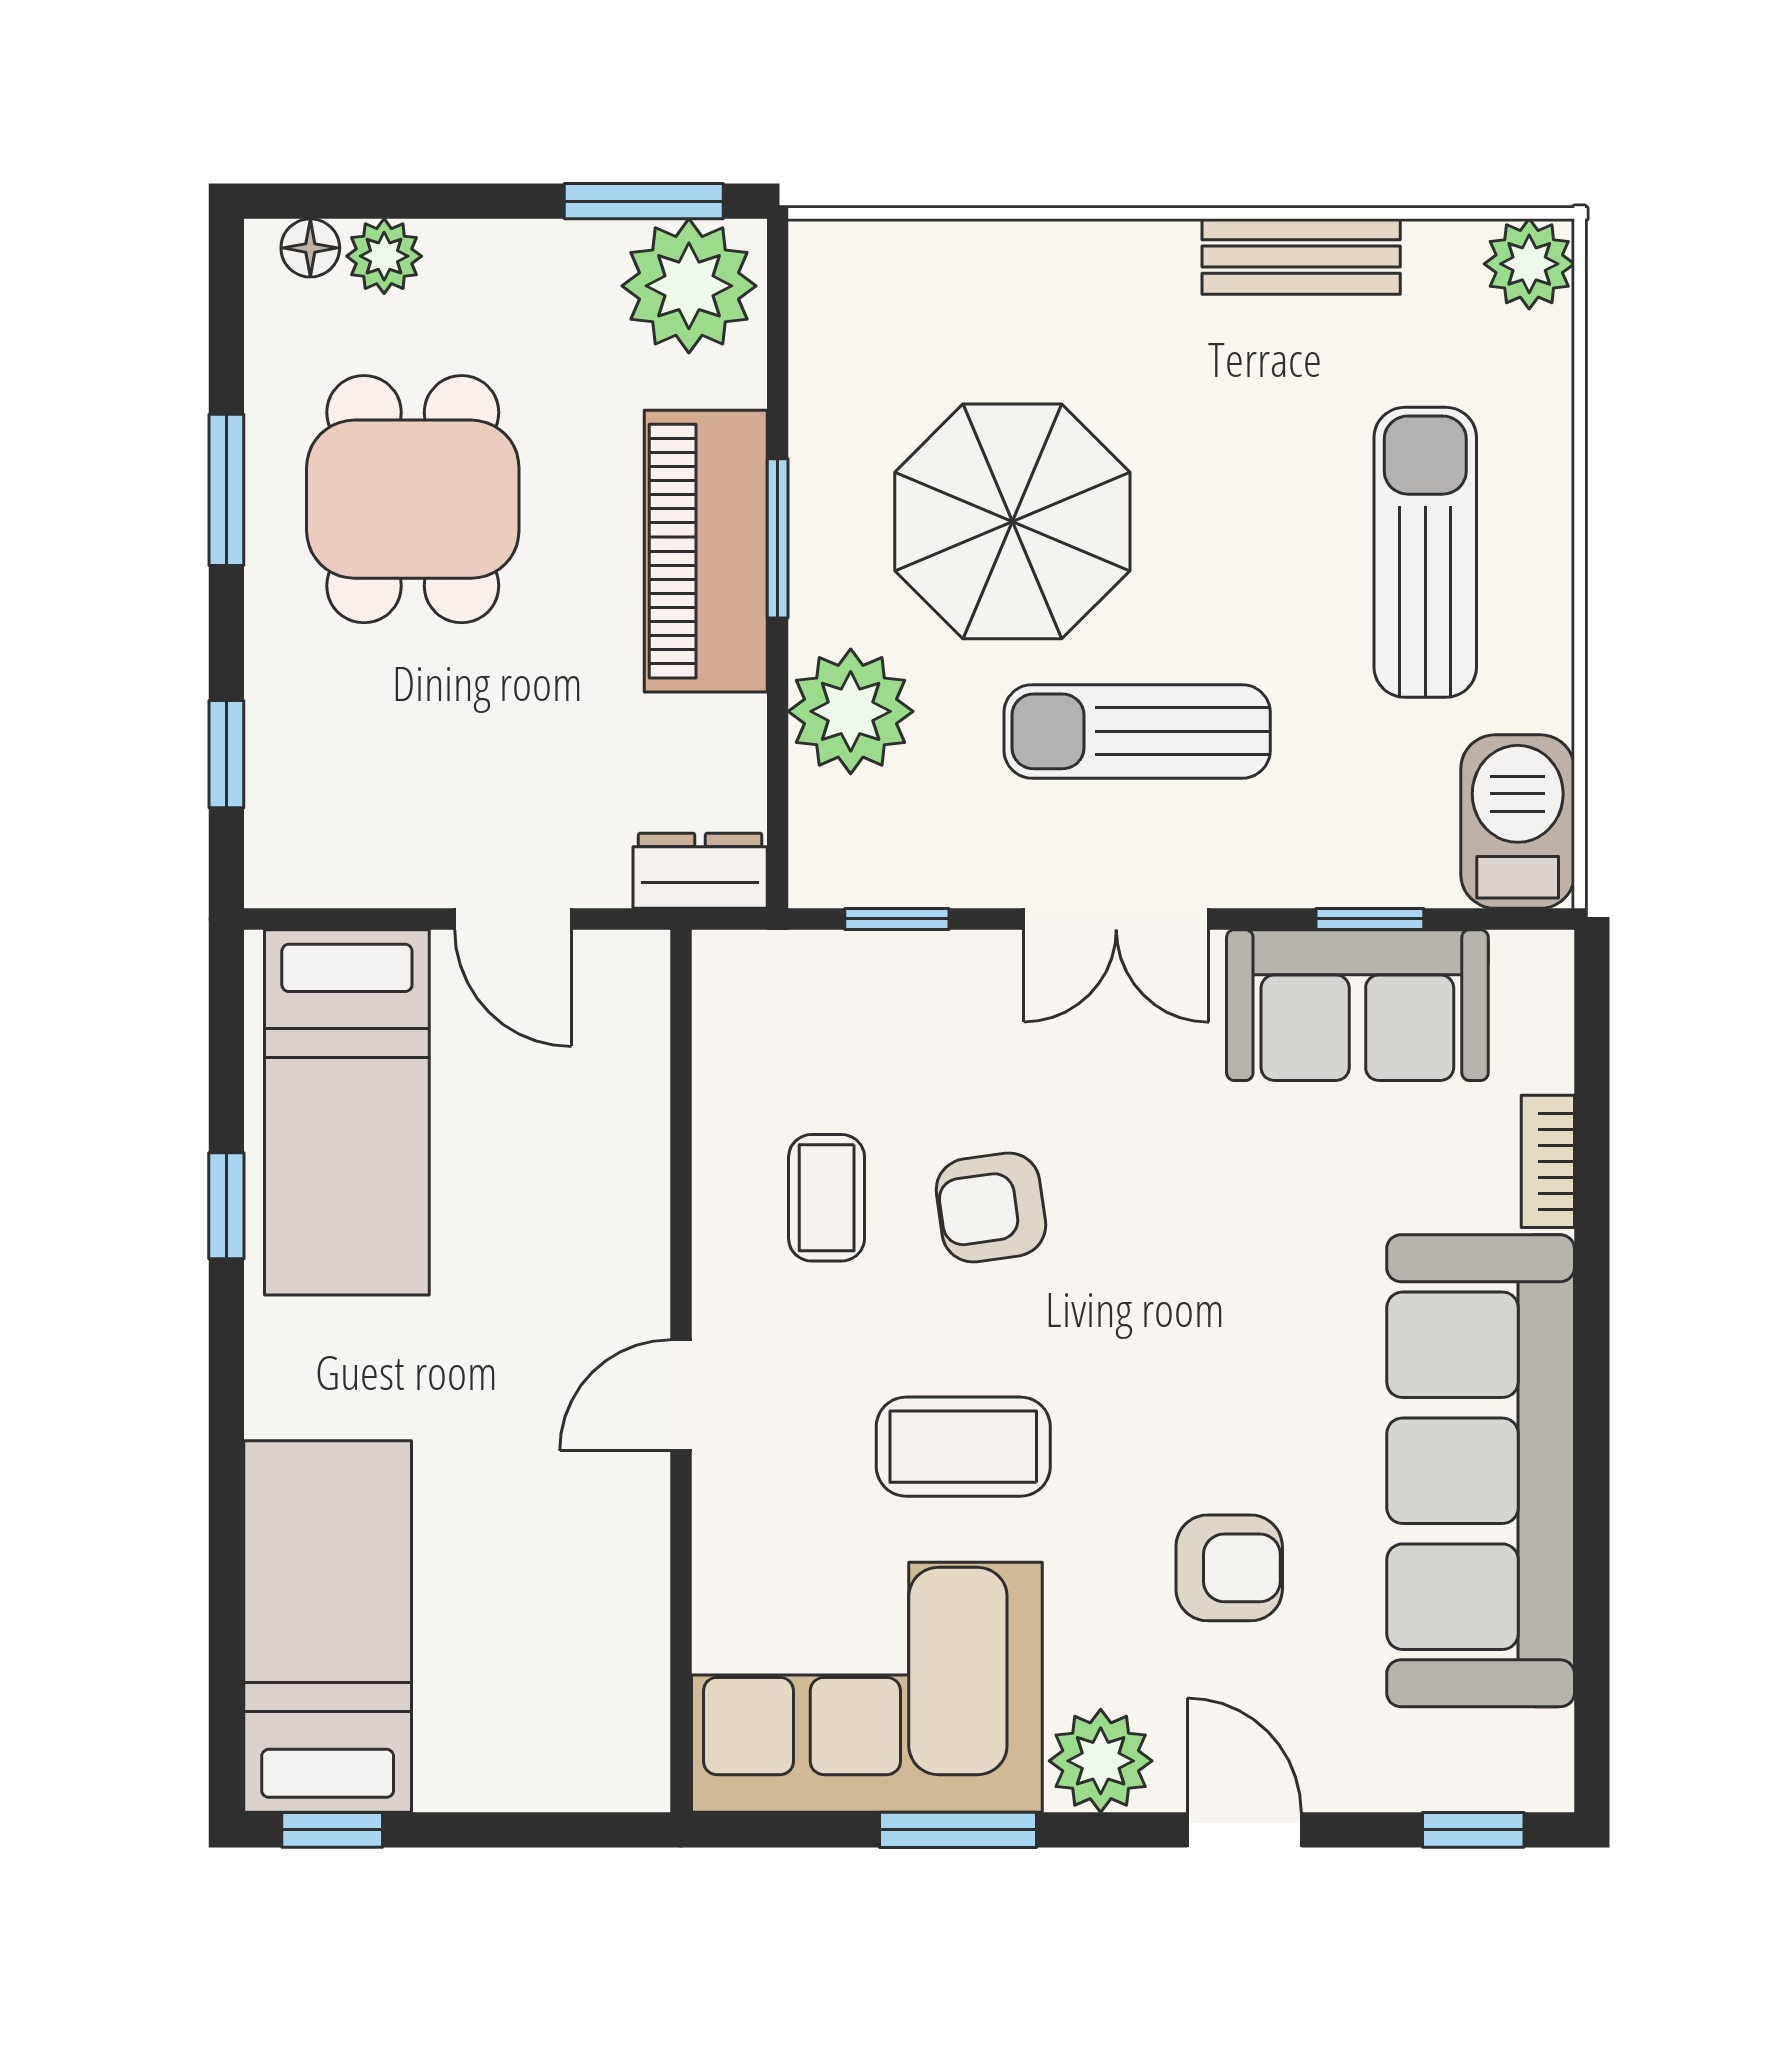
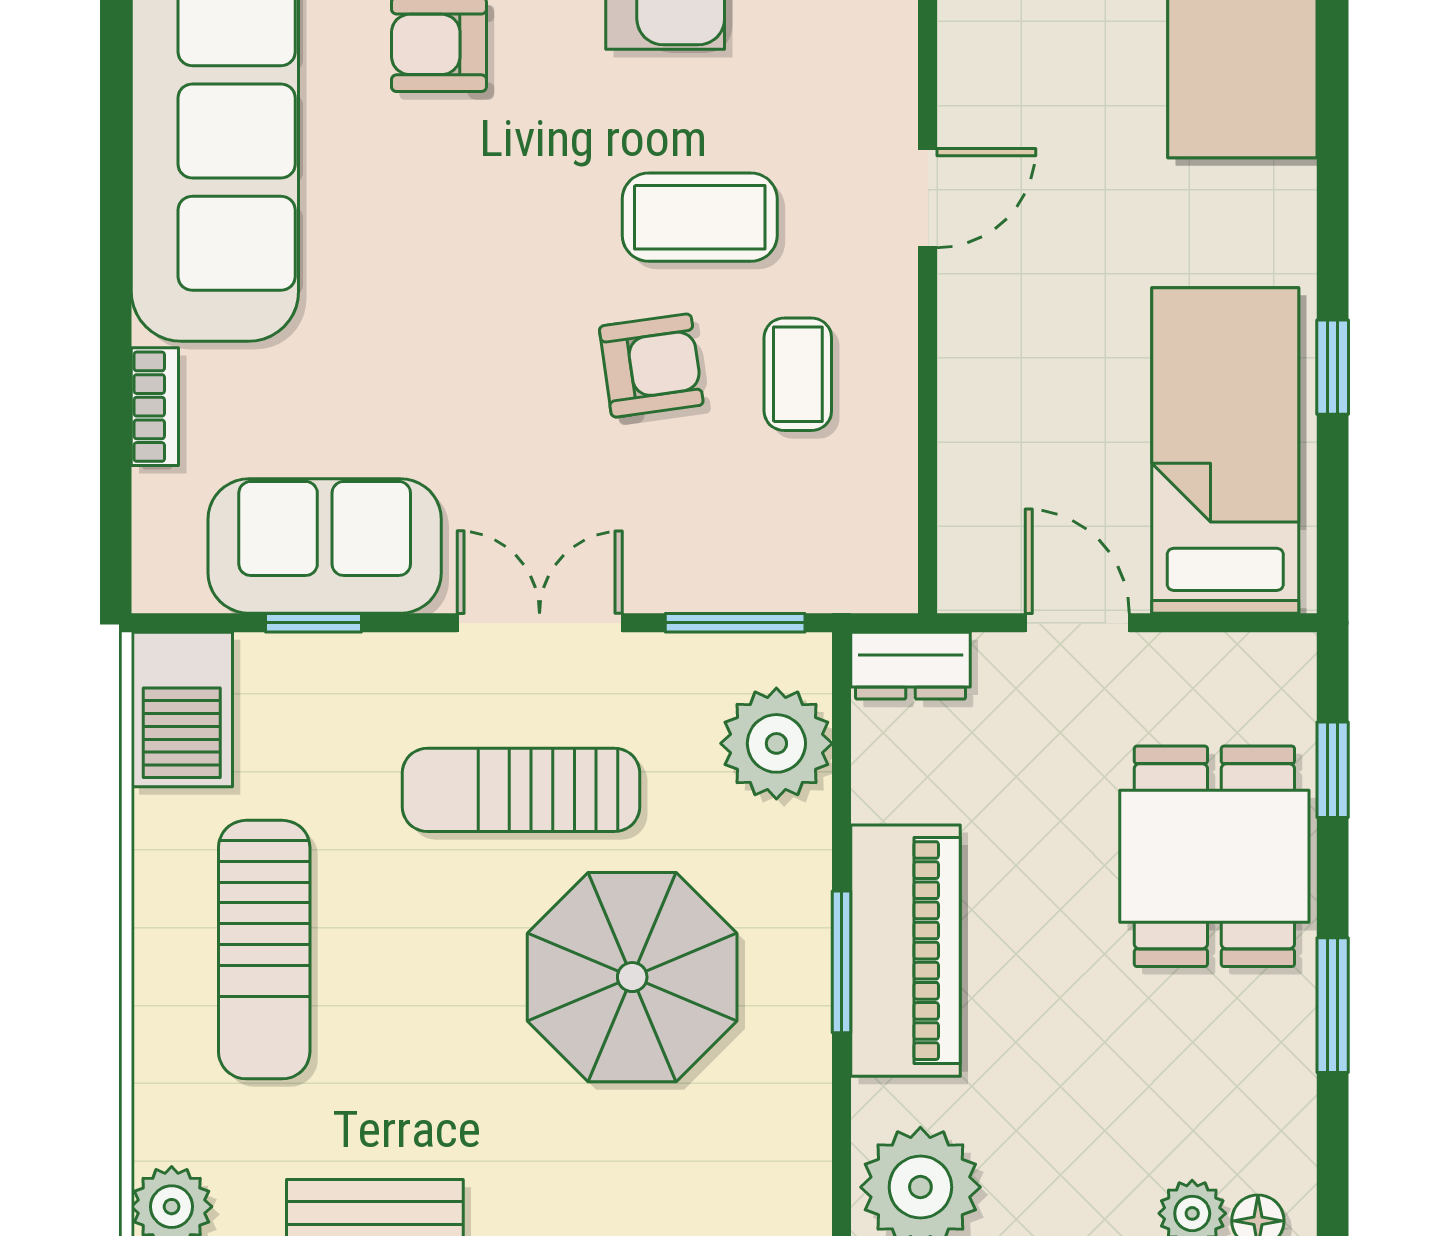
dining table: (413, 499) -> (1214, 856), moved
plant: (851, 711) -> (776, 743), moved
sun lounger: (1137, 731) -> (521, 790), turned 180
window: (897, 919) -> (735, 623), width x1.50
coffee table: (963, 1447) -> (700, 217), moved

